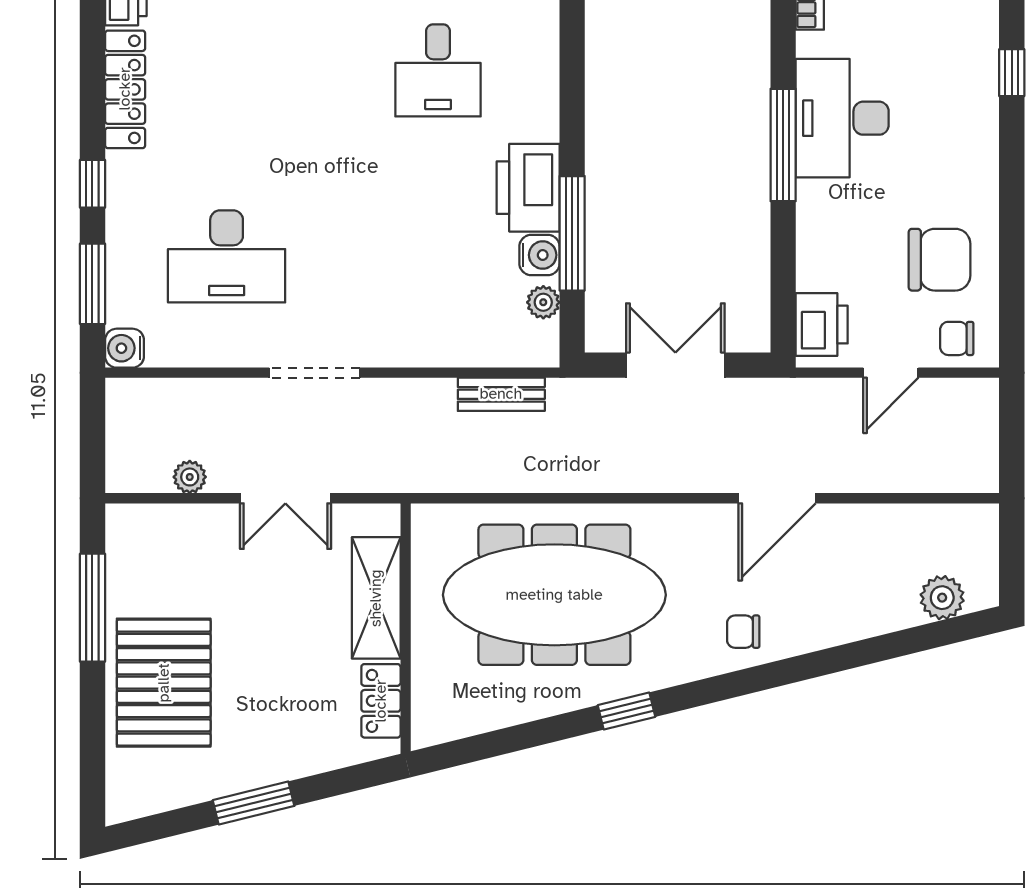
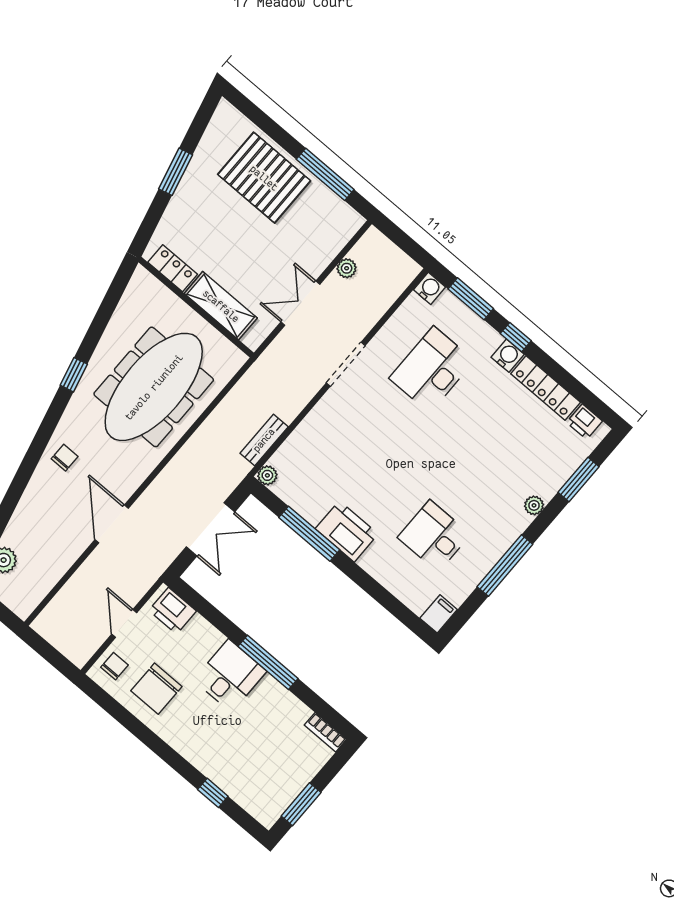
desk: (842, 118) -> (230, 676), moved, width x0.73
water cooler: (539, 255) -> (508, 356), moved, turned 180
plant: (543, 302) -> (267, 475), moved

